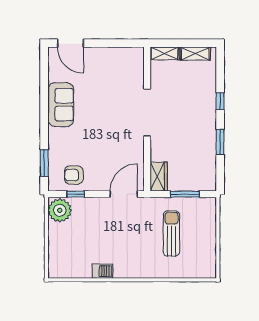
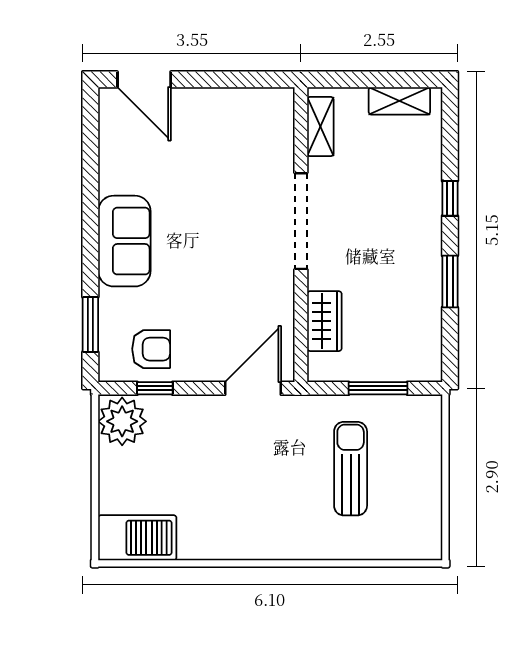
shelving: (165, 53) -> (320, 127), moved, turned 90
sofa: (61, 105) -> (124, 241), moved
armchair: (74, 175) -> (151, 349), turned 180
wardrobe: (159, 177) -> (324, 321), moved
barbecue: (102, 271) -> (137, 538), moved, width x1.88, depth x1.53

